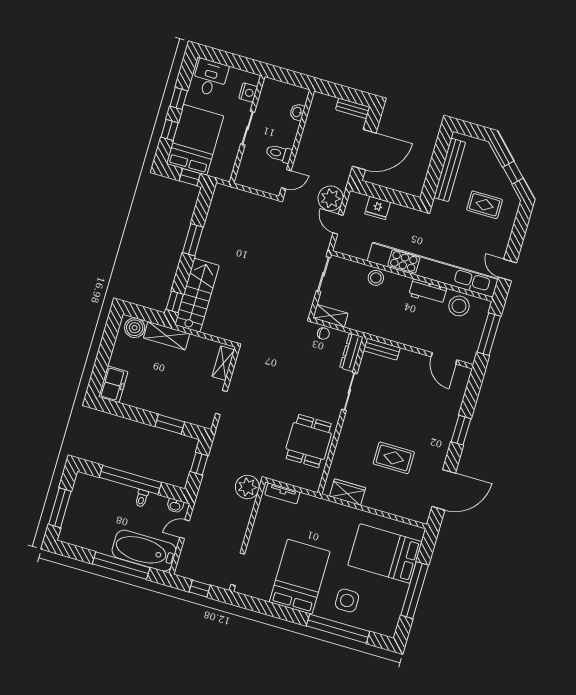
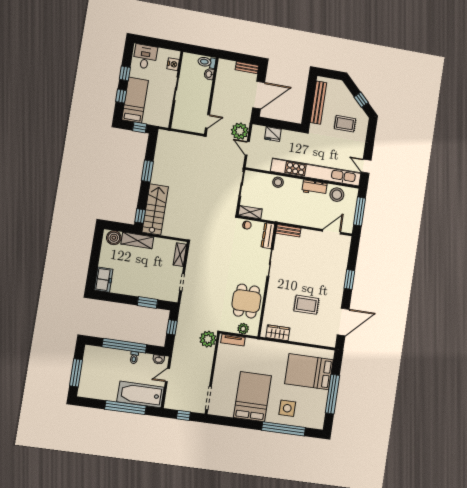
bed: (195, 140) -> (135, 100), width x0.67
toilet: (279, 153) -> (207, 62), moved
door: (444, 358) -> (332, 232), swing flipped
plant: (299, 479) -> (243, 329), added

